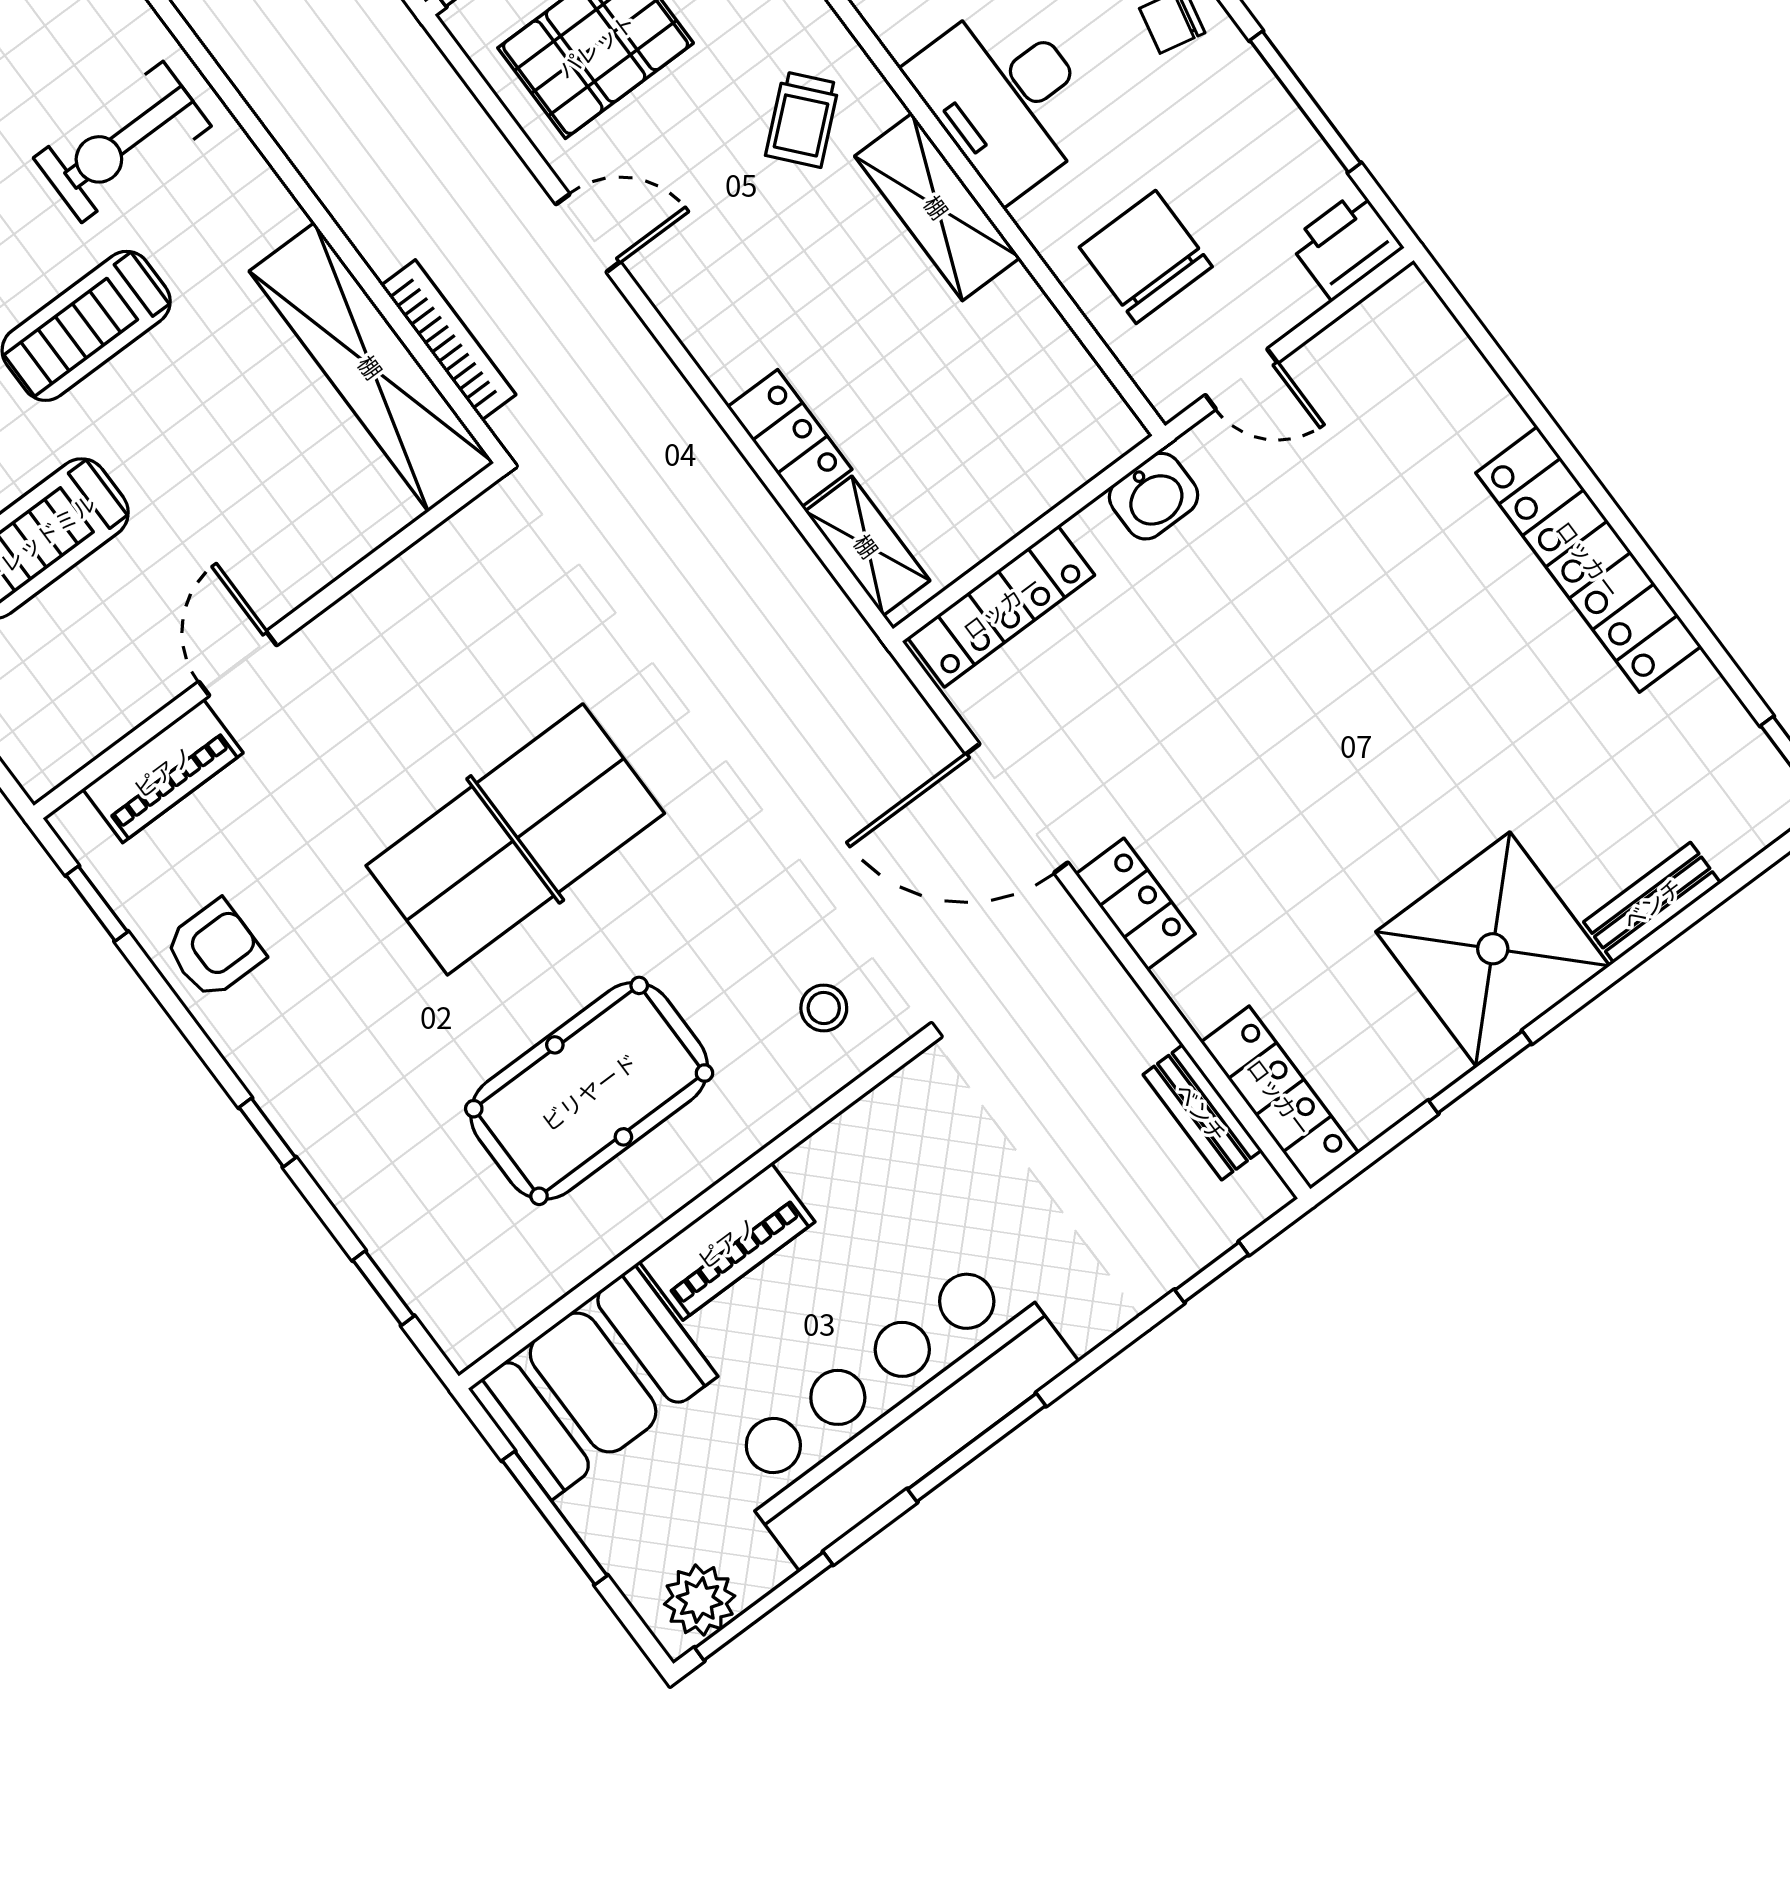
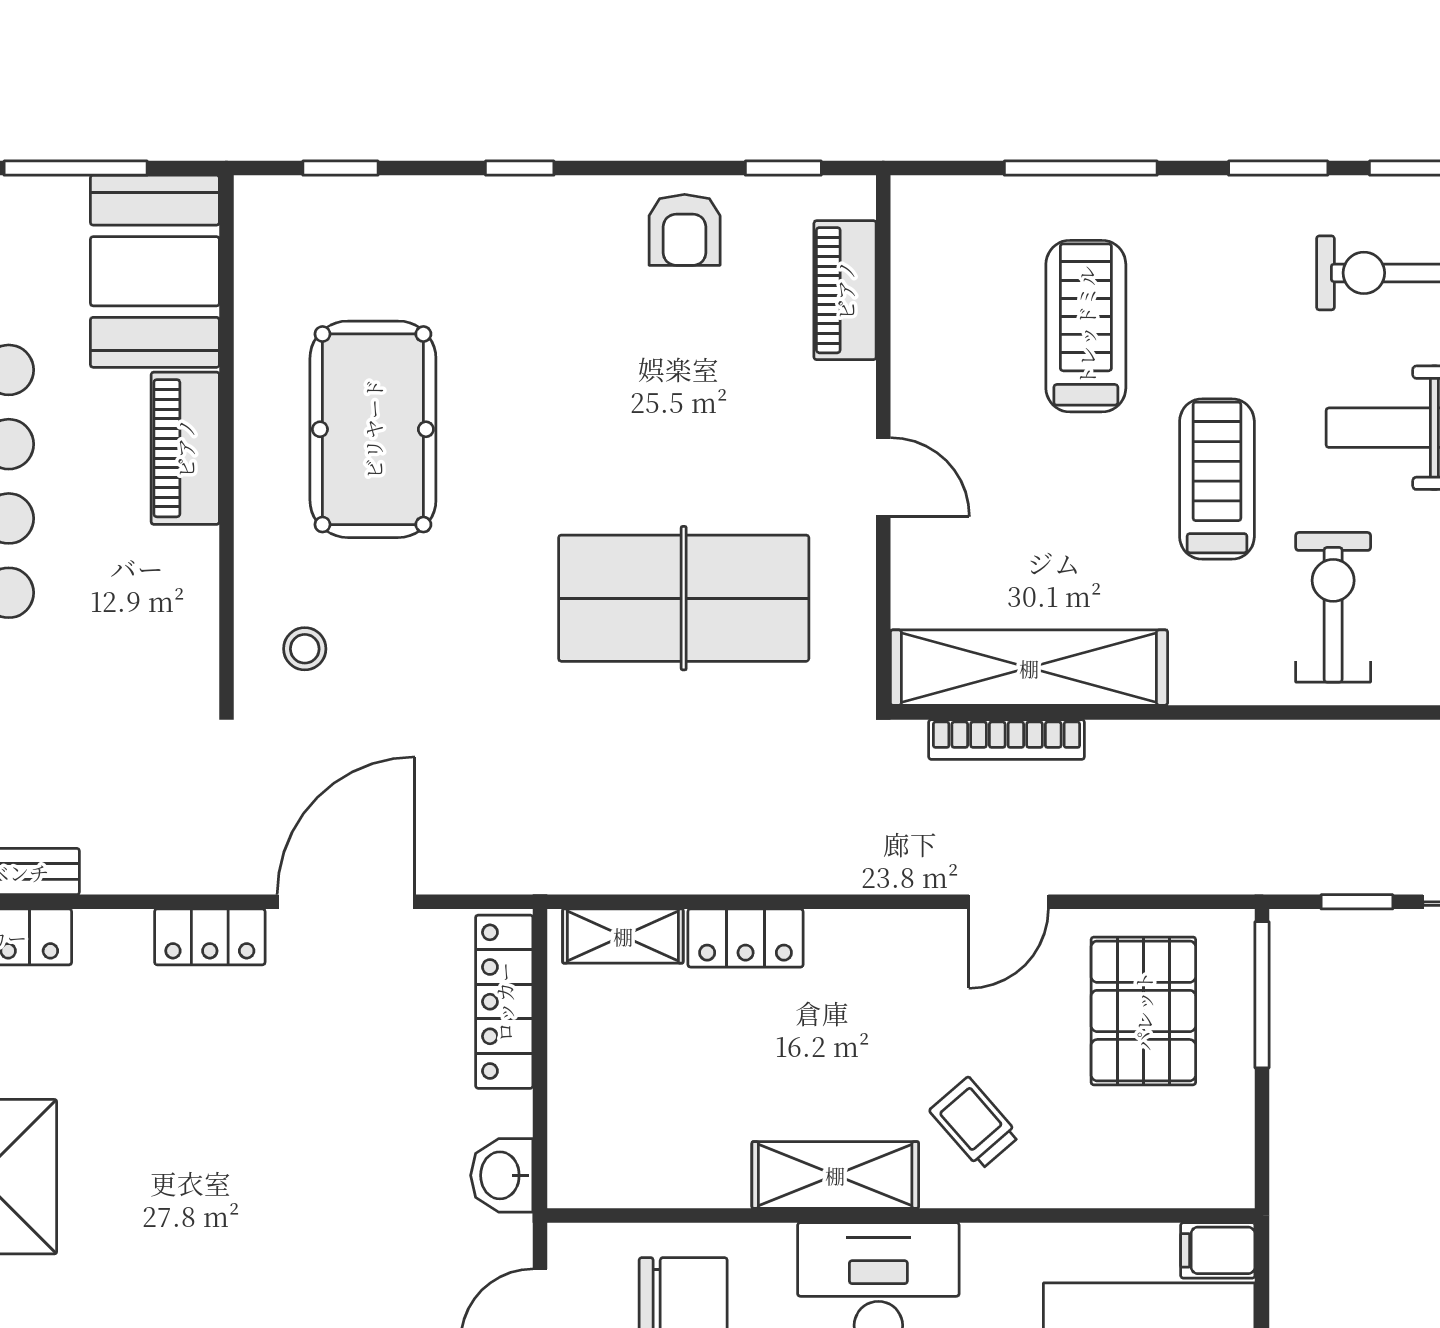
door: (238, 663) -> (883, 477), moved
table tennis table: (515, 839) -> (684, 598), moved, turned 90

